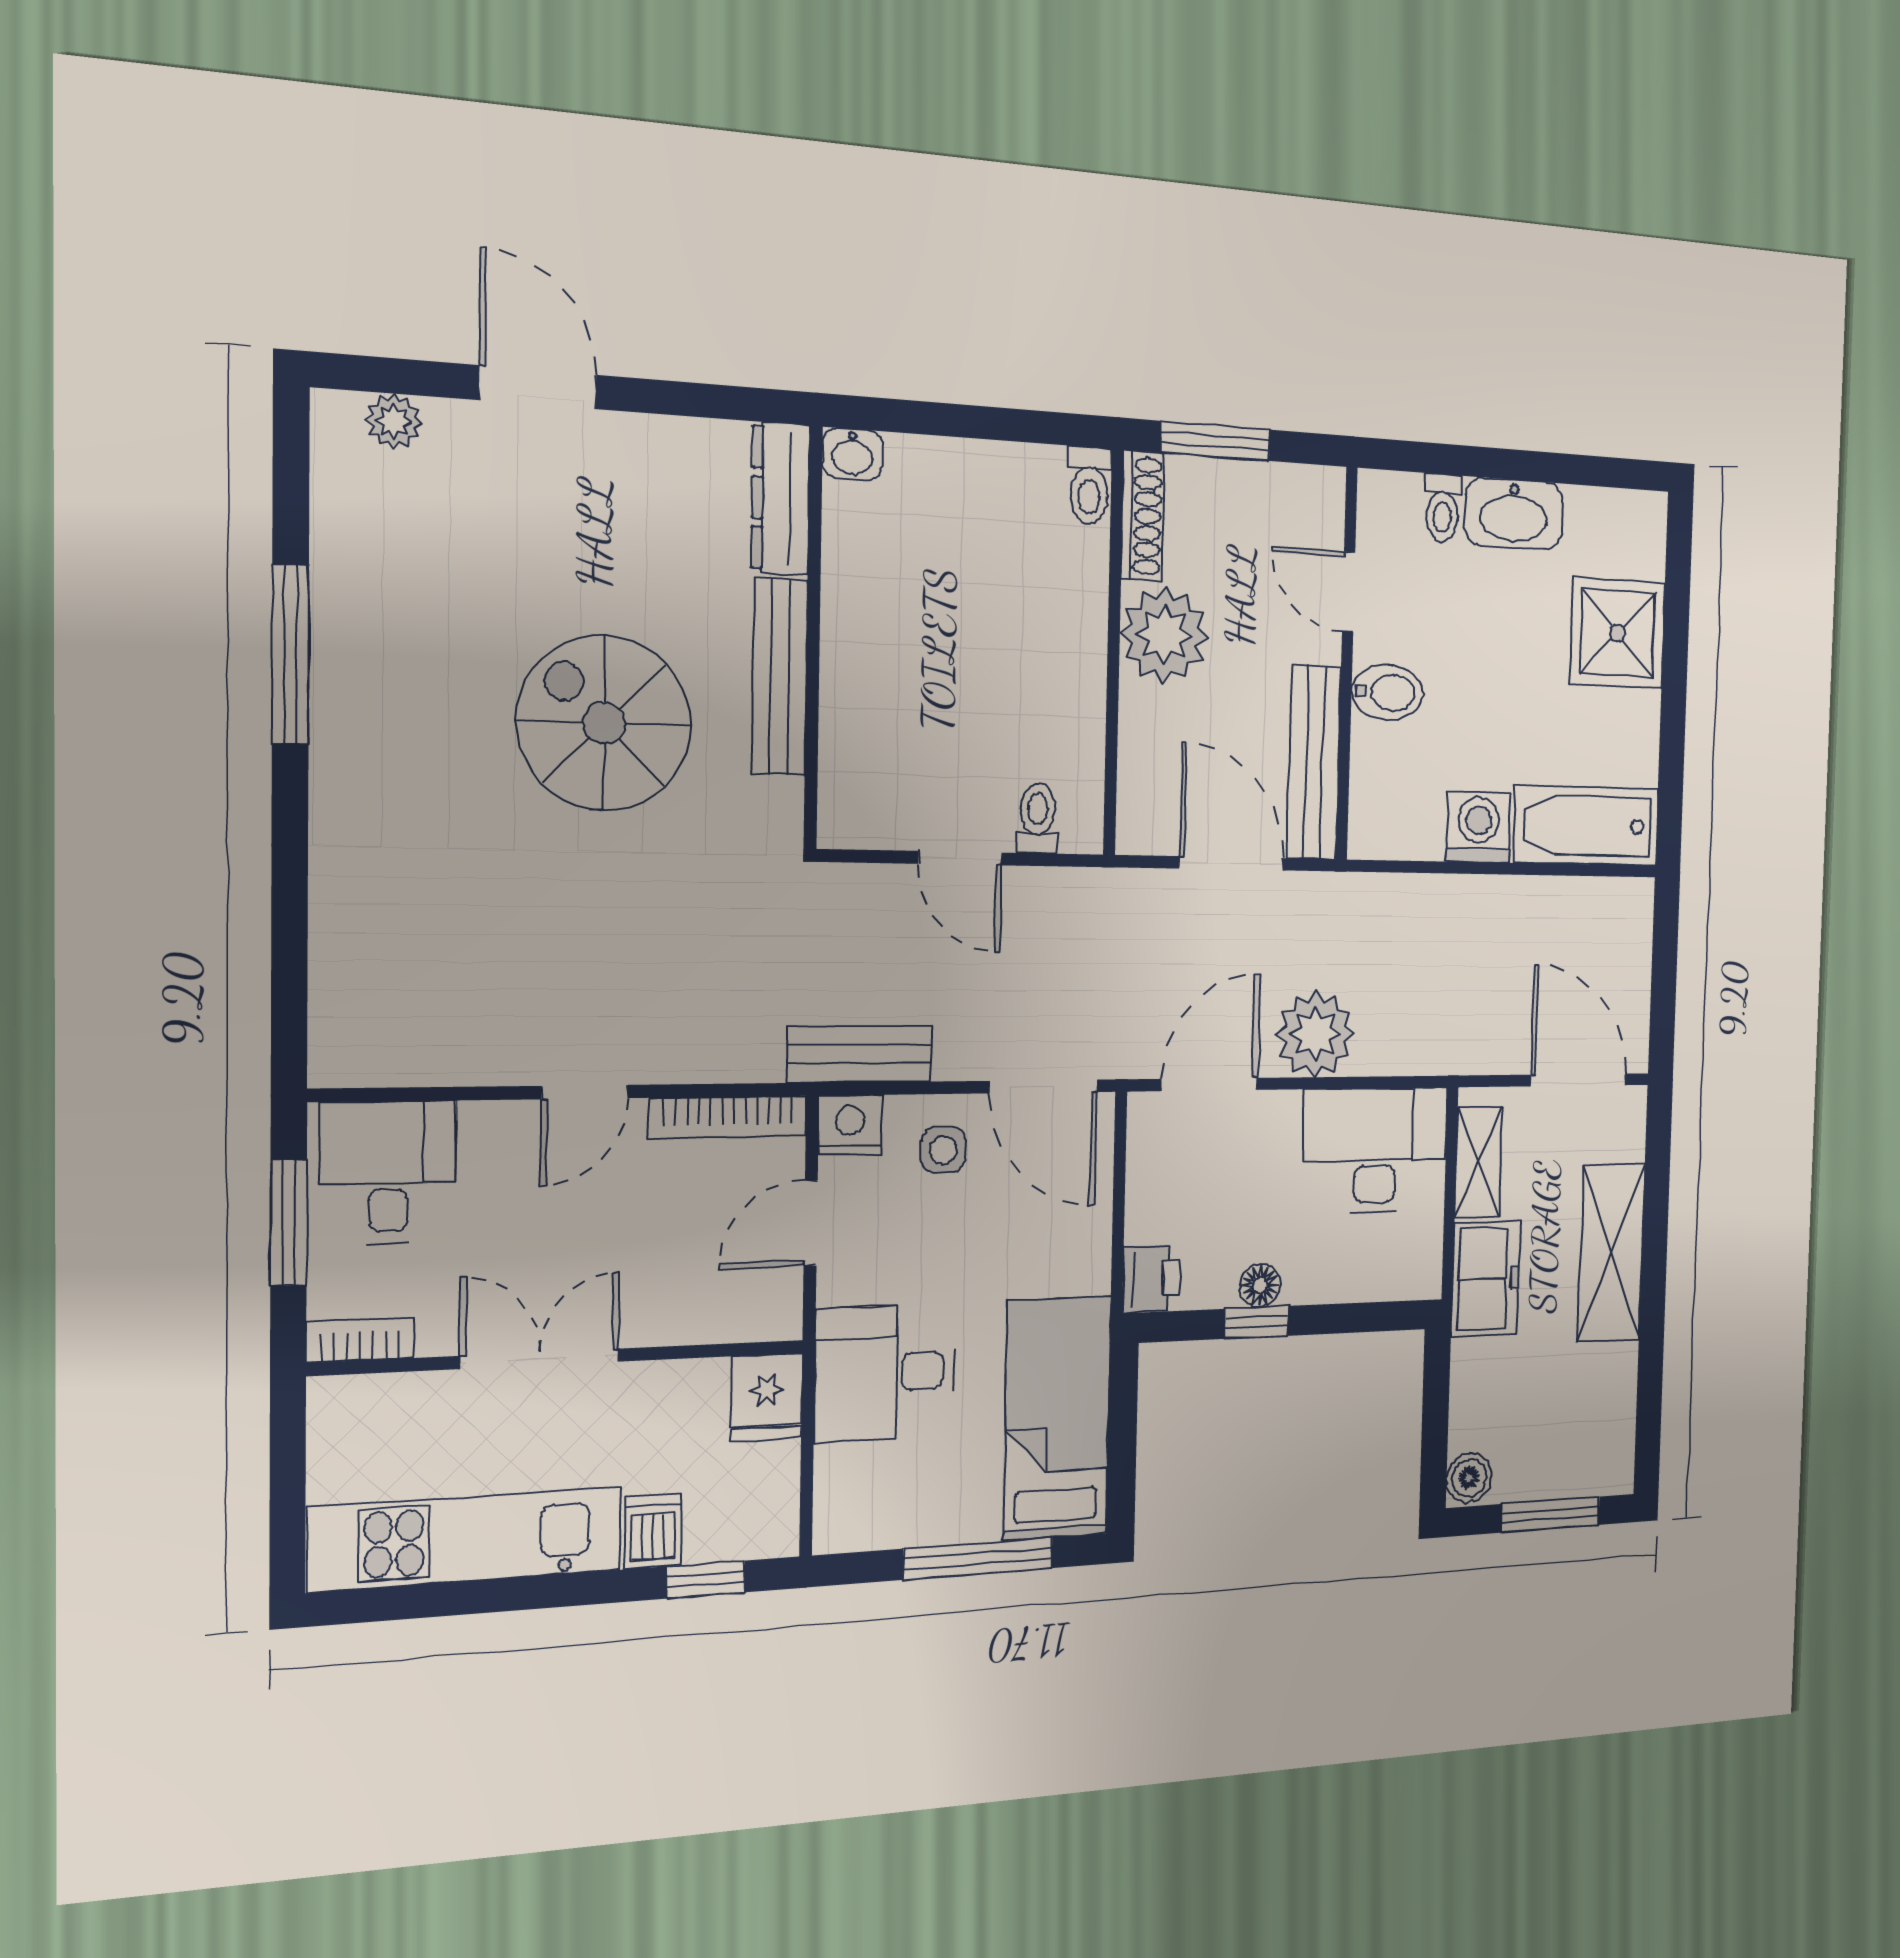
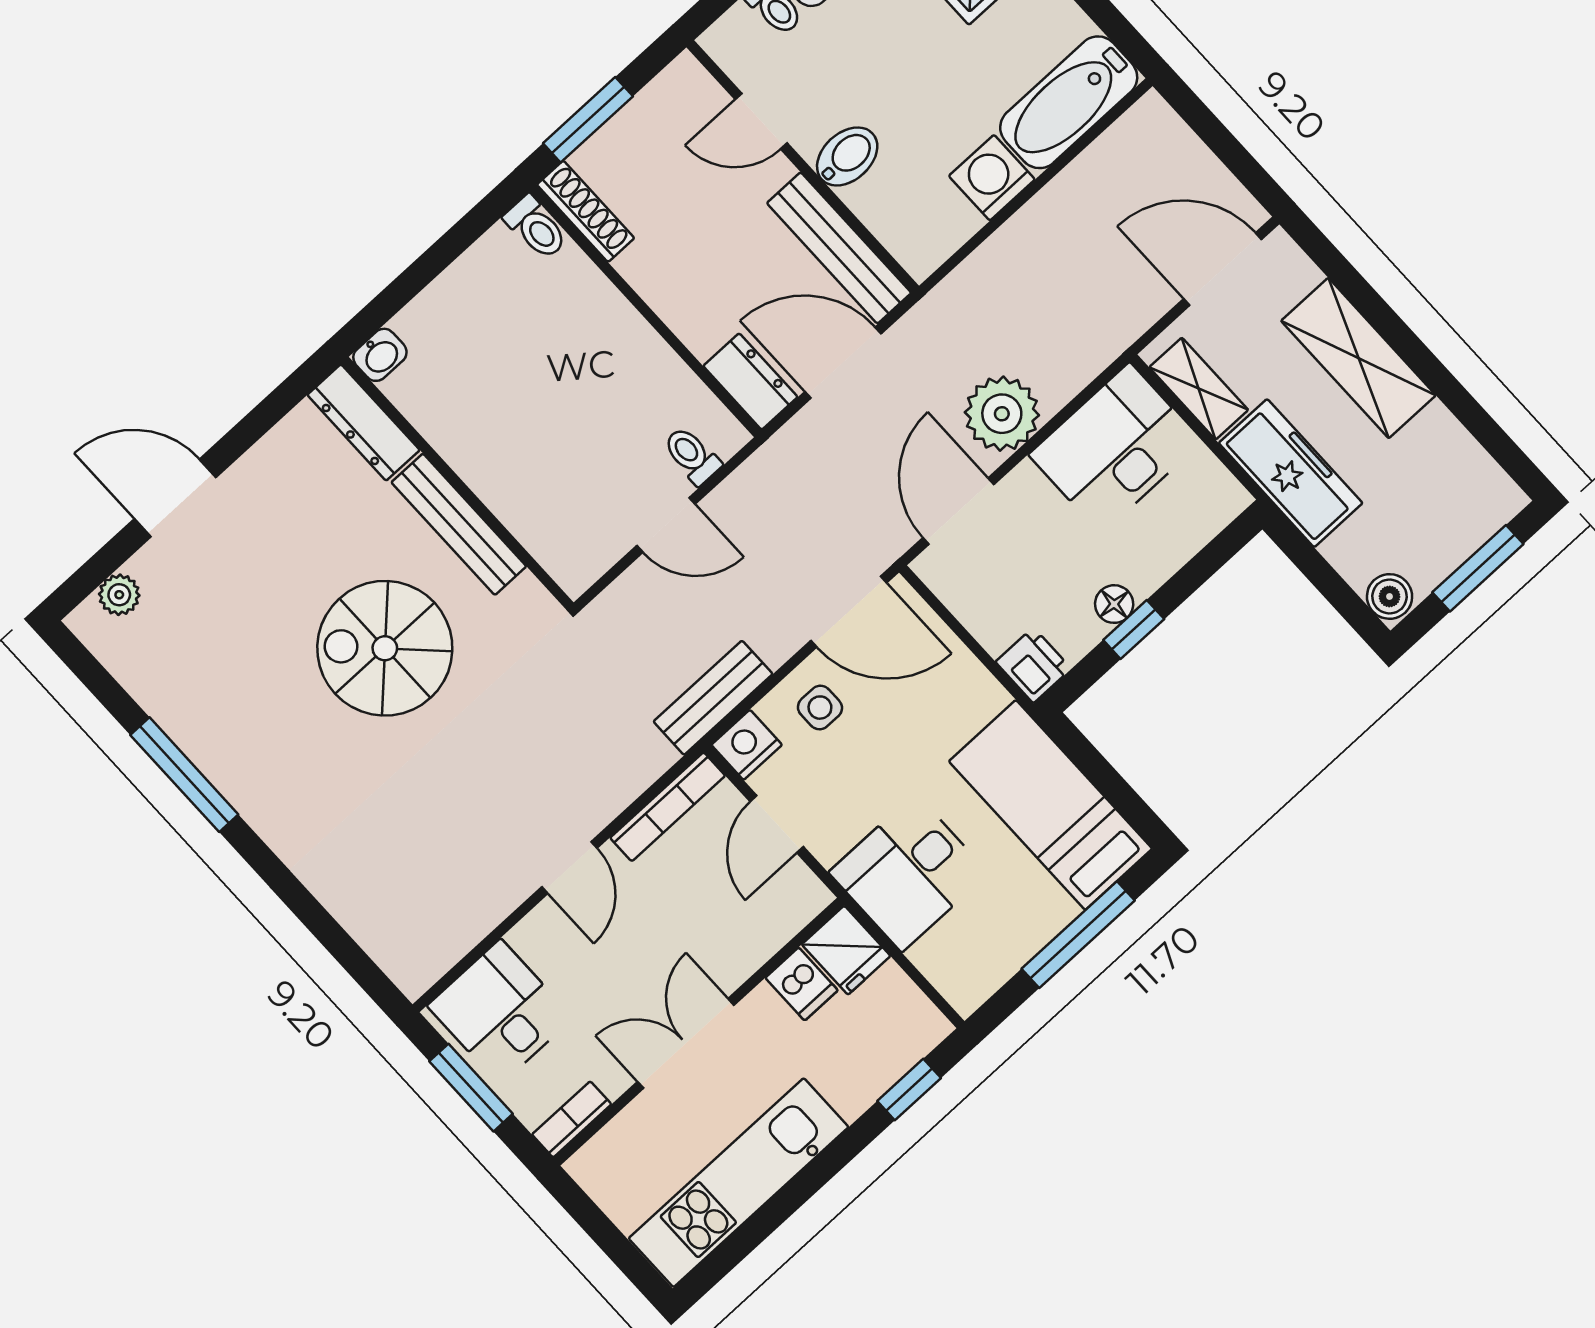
plant: (1164, 635) -> (667, 268), removed
dresser: (1143, 803) -> (750, 381), added
freezer: (1486, 1279) -> (1291, 473), width x1.40
dishwasher: (653, 1531) -> (802, 984), moved, turned 180

